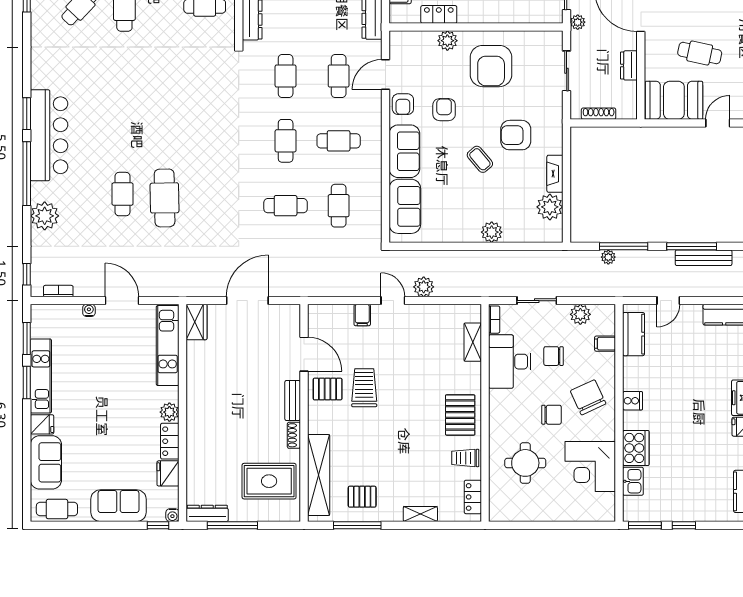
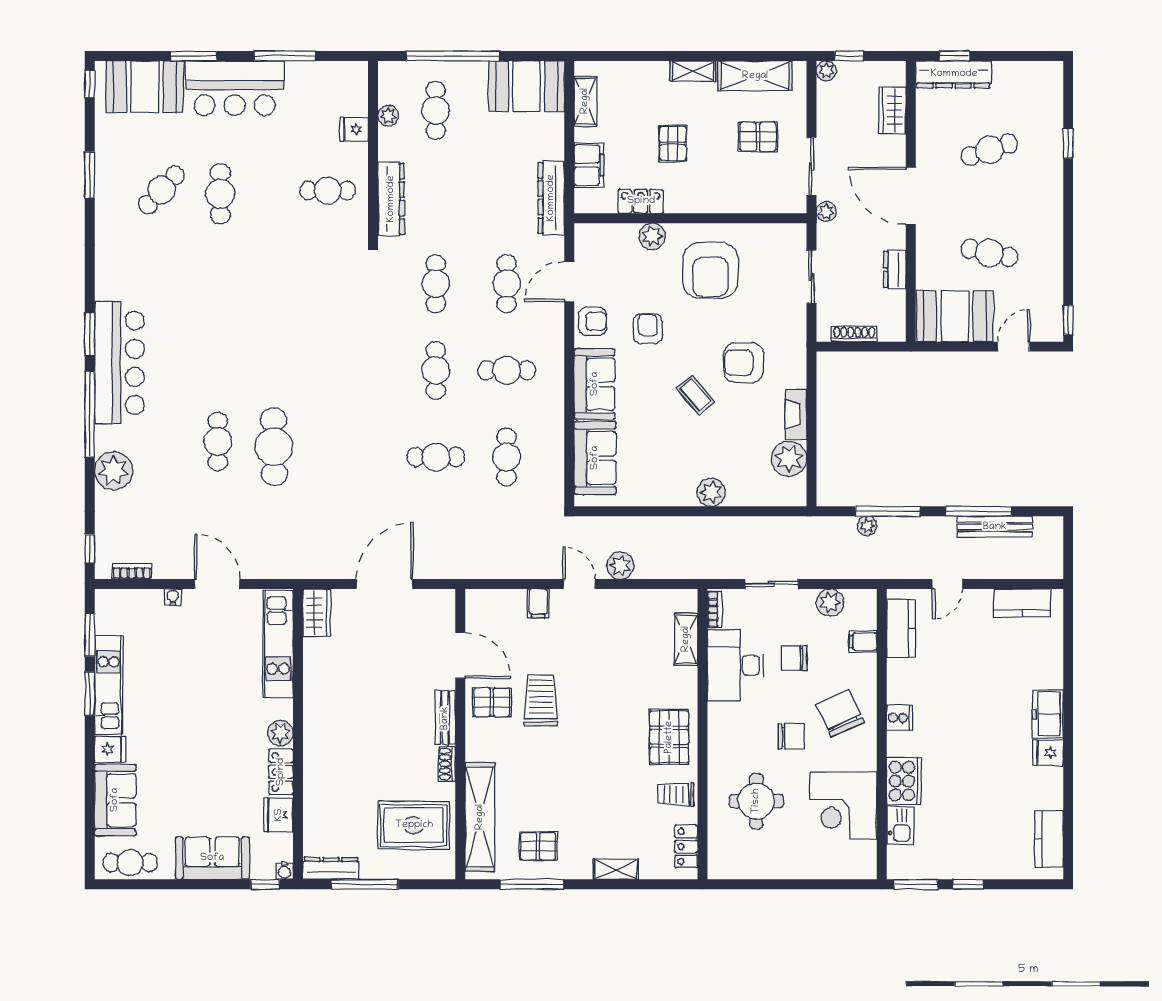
armchair: (403, 104) -> (593, 321), turned -90

